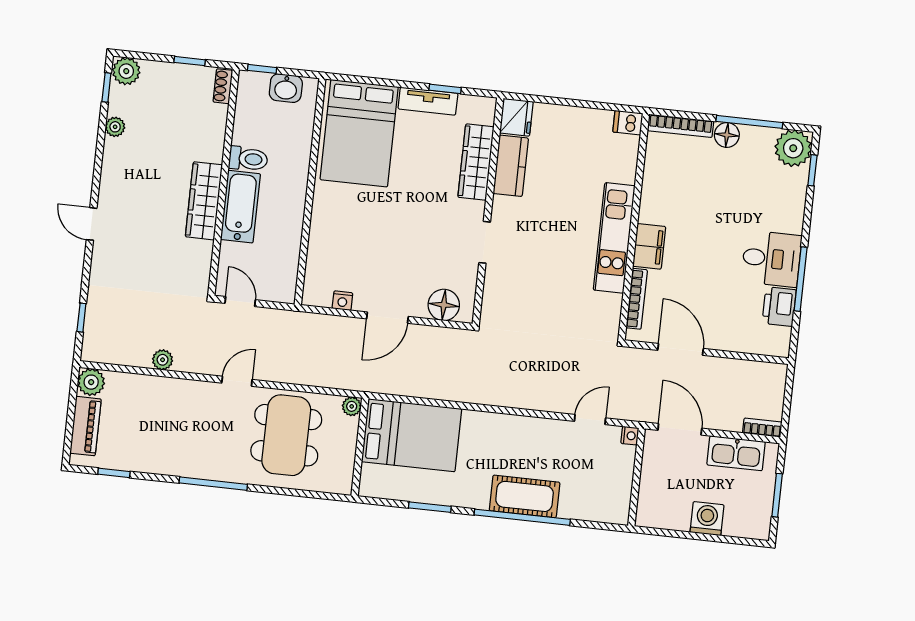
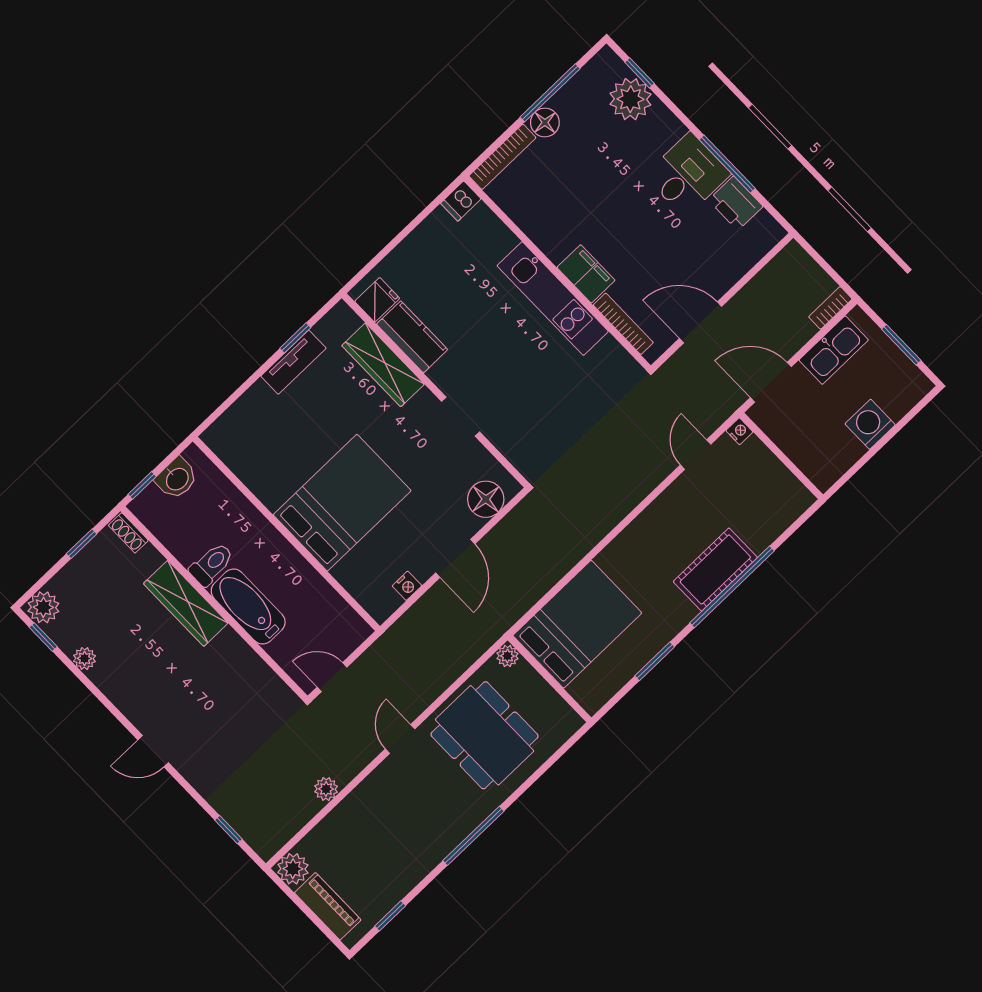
fridge: (516, 117) -> (377, 300), width x0.72
bed: (359, 133) -> (342, 503), moved, turned -90
plant: (793, 148) -> (630, 99), moved
wardrobe: (204, 201) -> (186, 603), moved

